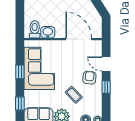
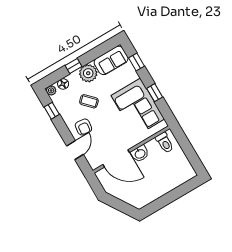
washbasin: (48, 32) -> (140, 154), moved
door: (106, 64) -> (75, 150), hinge flipped
window: (106, 87) -> (52, 111), moved

